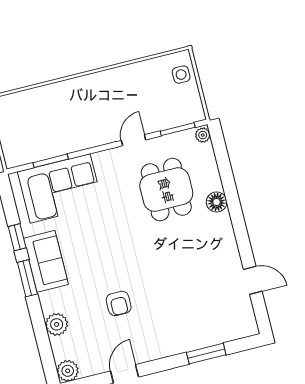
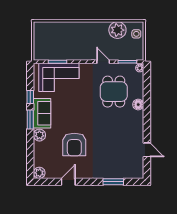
plant: (145, 76) -> (117, 30), added
door: (134, 140) -> (103, 62), hinge flipped
armchair: (119, 303) -> (74, 144), width x1.88, depth x1.88
plant: (57, 324) -> (39, 135), moved

